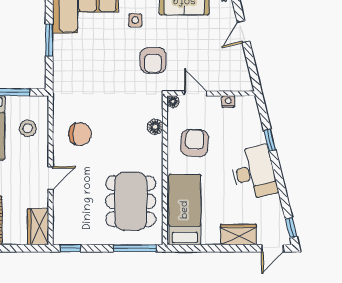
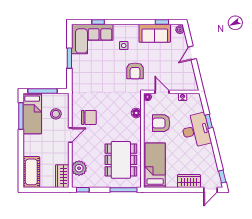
armchair: (194, 143) -> (161, 123), turned -94
desk: (254, 172) -> (196, 130), moved
door: (51, 178) -> (70, 135), moved
plant: (65, 214) -> (79, 168), added

